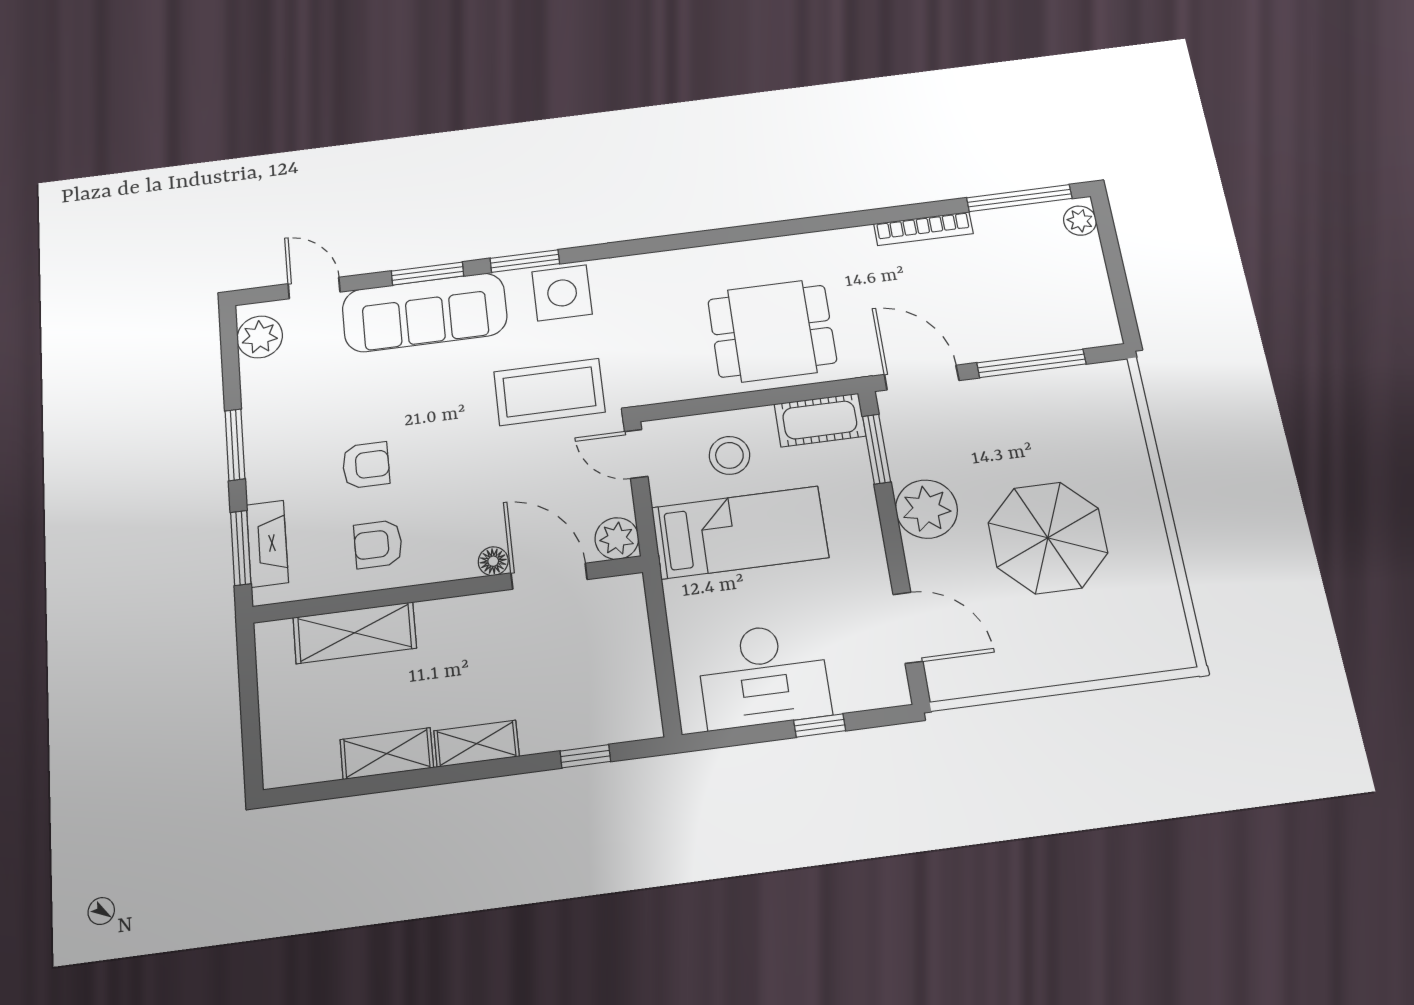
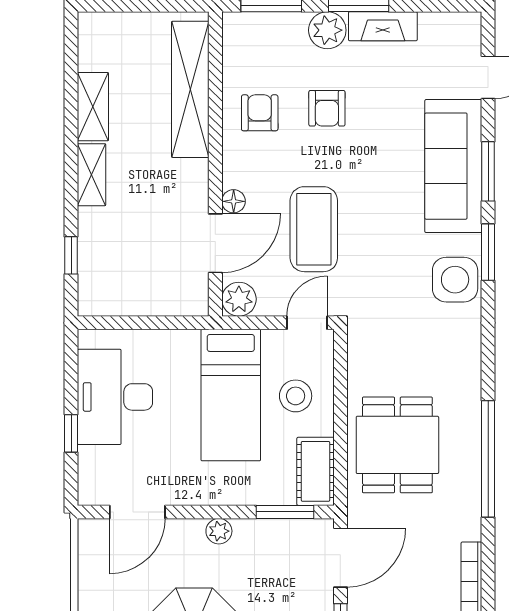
window: (773, 229) -> (488, 459), added
plant: (260, 337) -> (327, 30), moved
coffee table: (549, 392) -> (314, 229), moved
plant: (926, 509) -> (219, 531), width x0.53, depth x0.53
fireplace: (267, 544) -> (383, 26), moved
shelving: (355, 633) -> (190, 89), width x1.47

